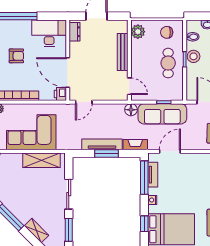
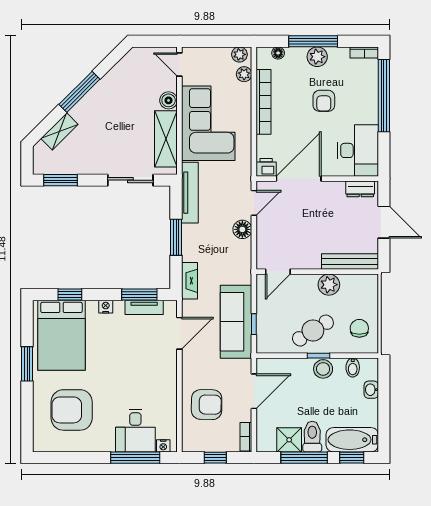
plant: (138, 32) -> (329, 285), moved
bench: (123, 52) -> (350, 262), moved
cafe table: (168, 63) -> (313, 331), turned -32
door: (84, 102) -> (254, 203), swing flipped
floor lamp: (131, 110) -> (242, 229), moved
tv unit: (102, 144) -> (190, 193), moved
door: (170, 151) -> (179, 333), hinge flipped
boiler: (16, 159) -> (169, 100), added
window: (144, 178) -> (139, 294), width x0.69
sliding door: (69, 194) -> (130, 180), moved

